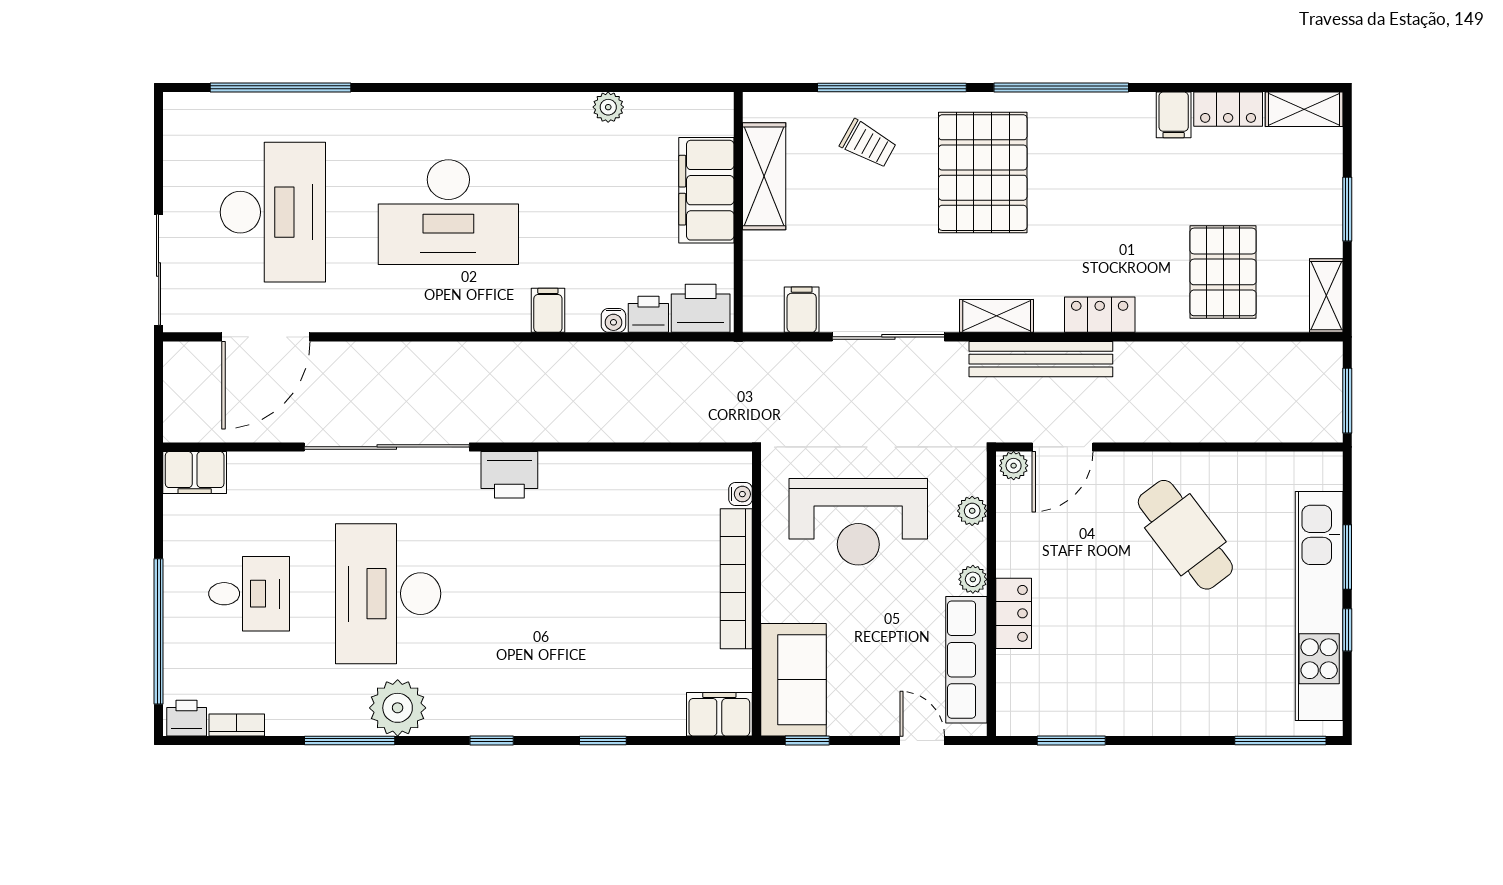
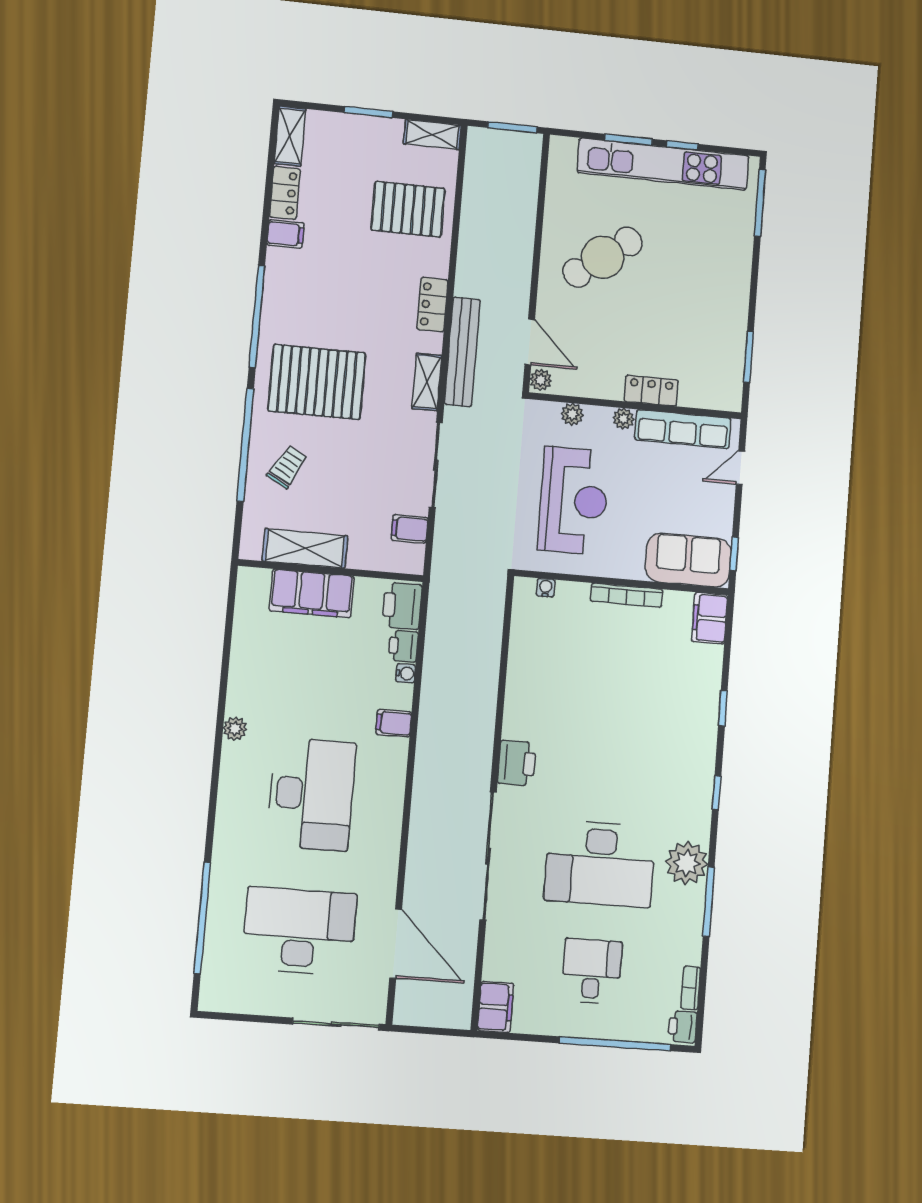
plant: (608, 107) -> (235, 729), moved
bookcase: (736, 579) -> (626, 595), width x0.68, depth x0.76

